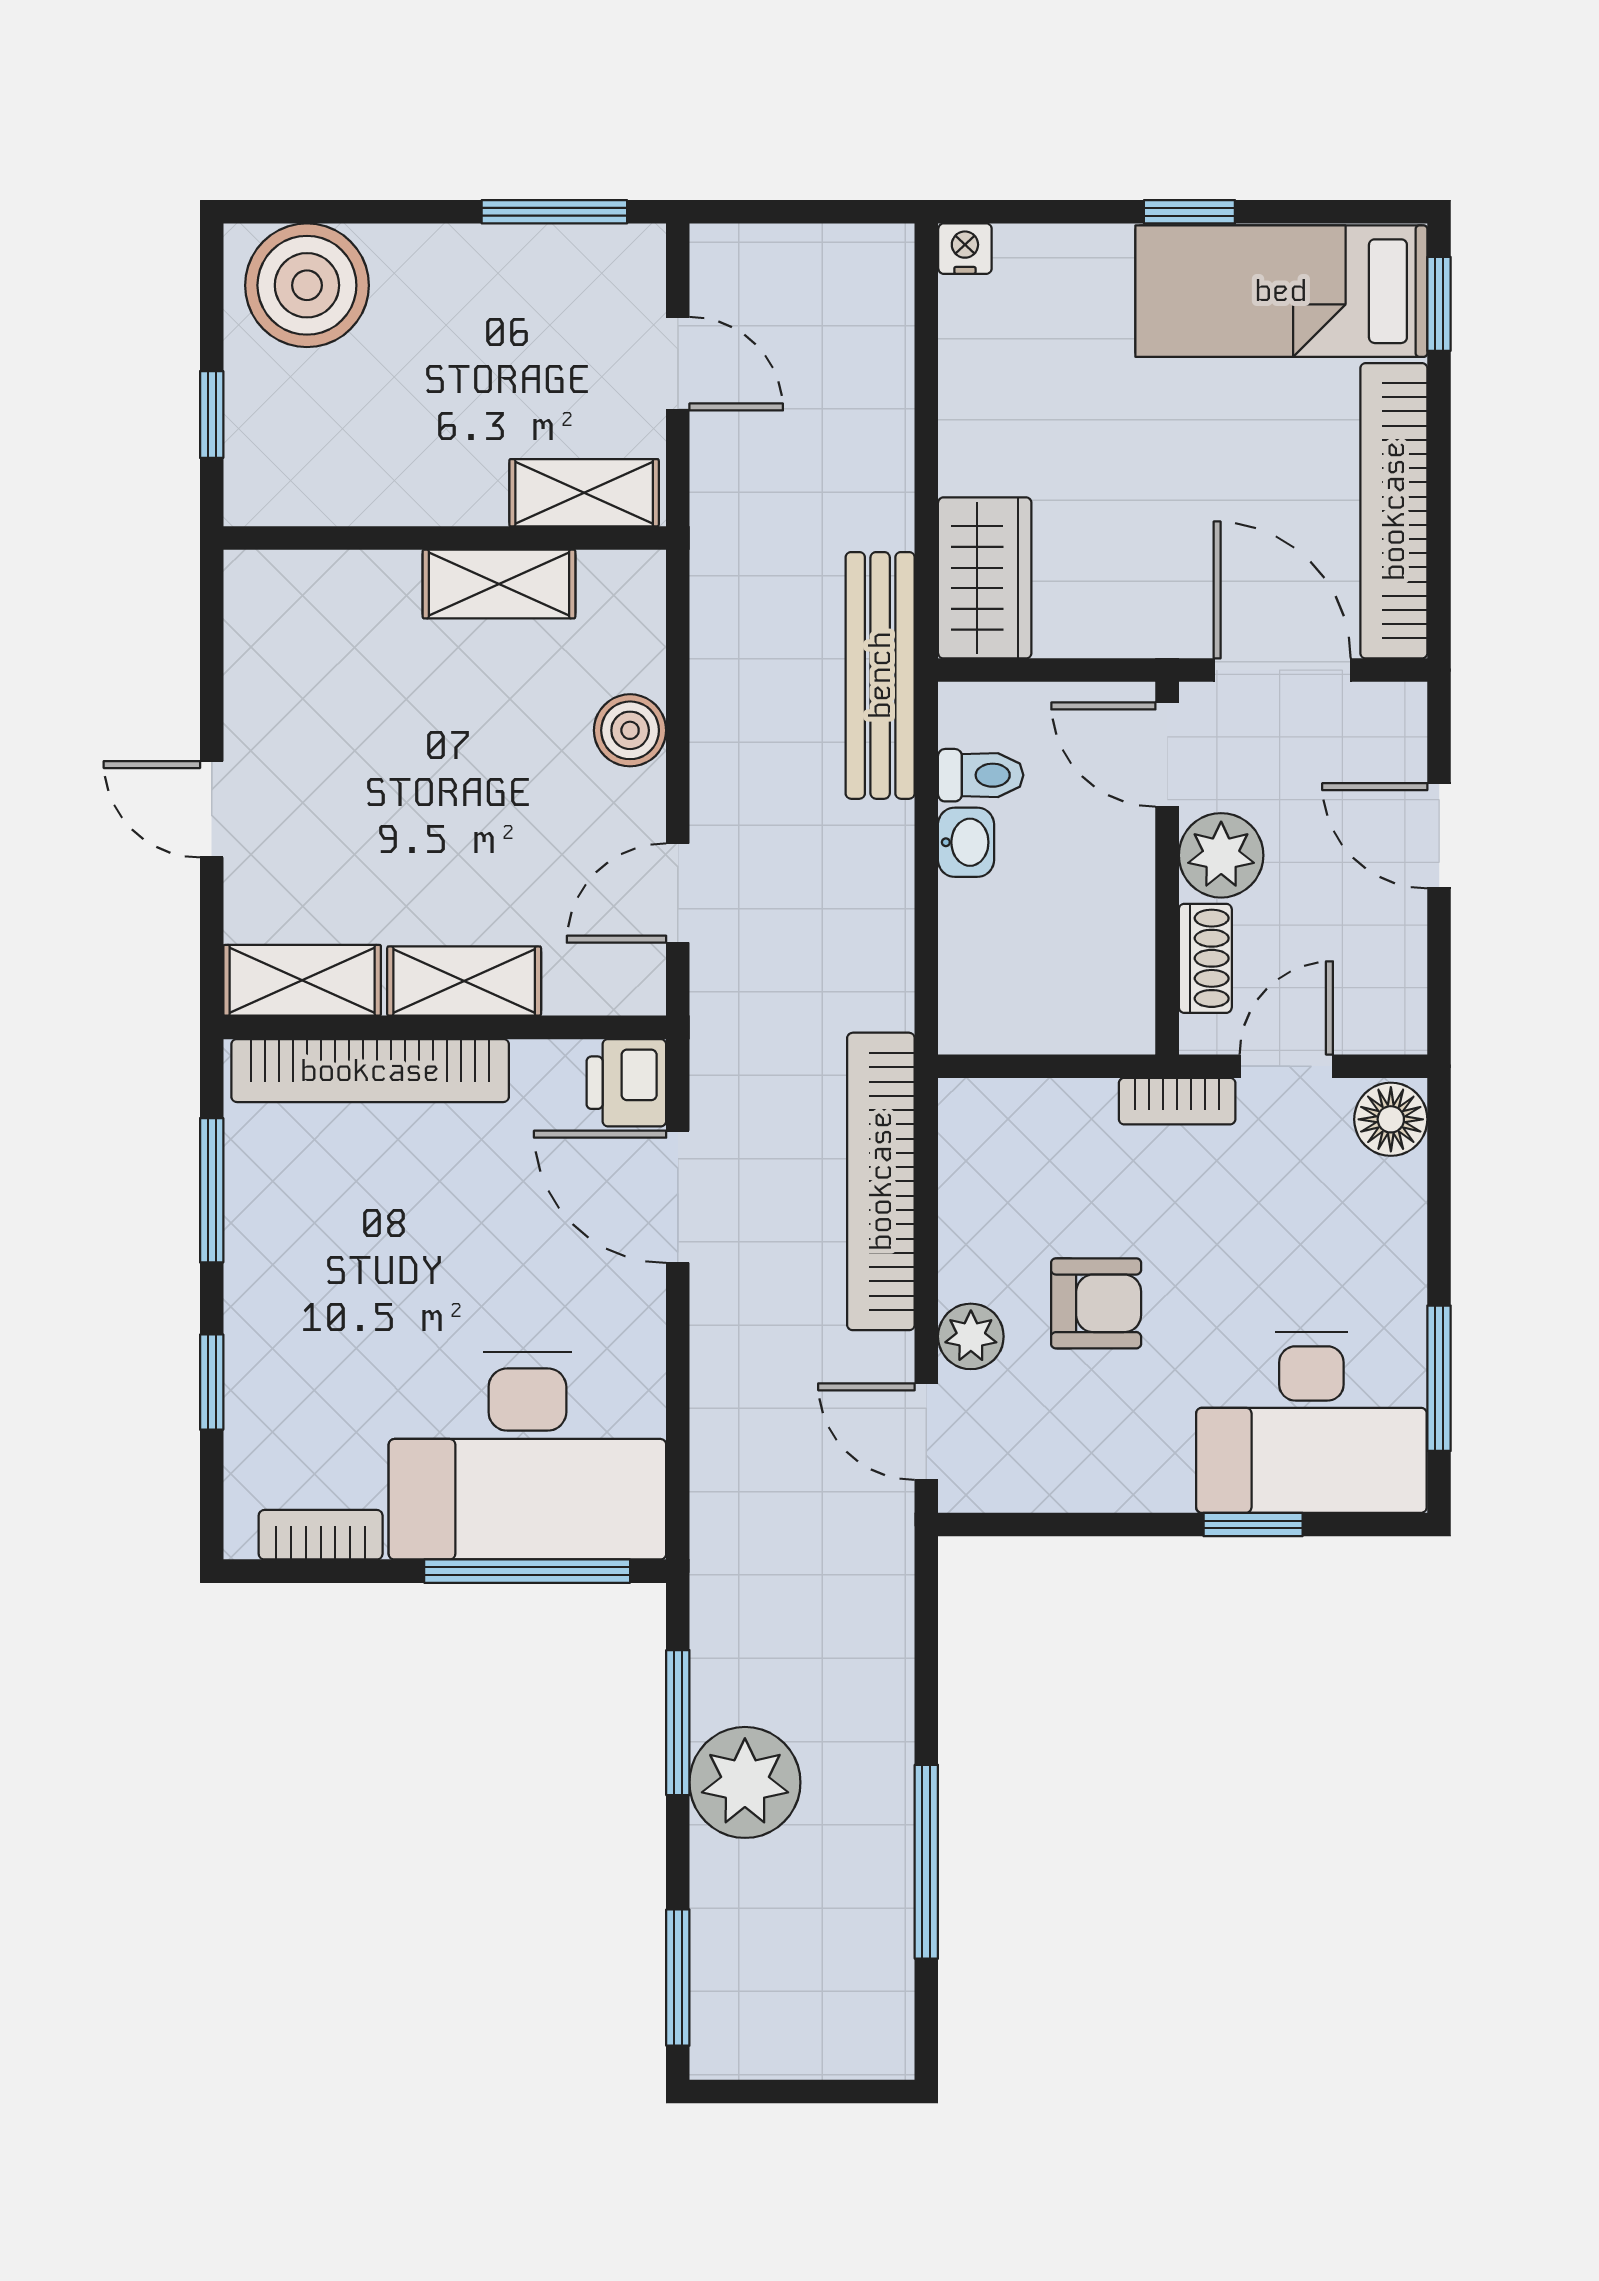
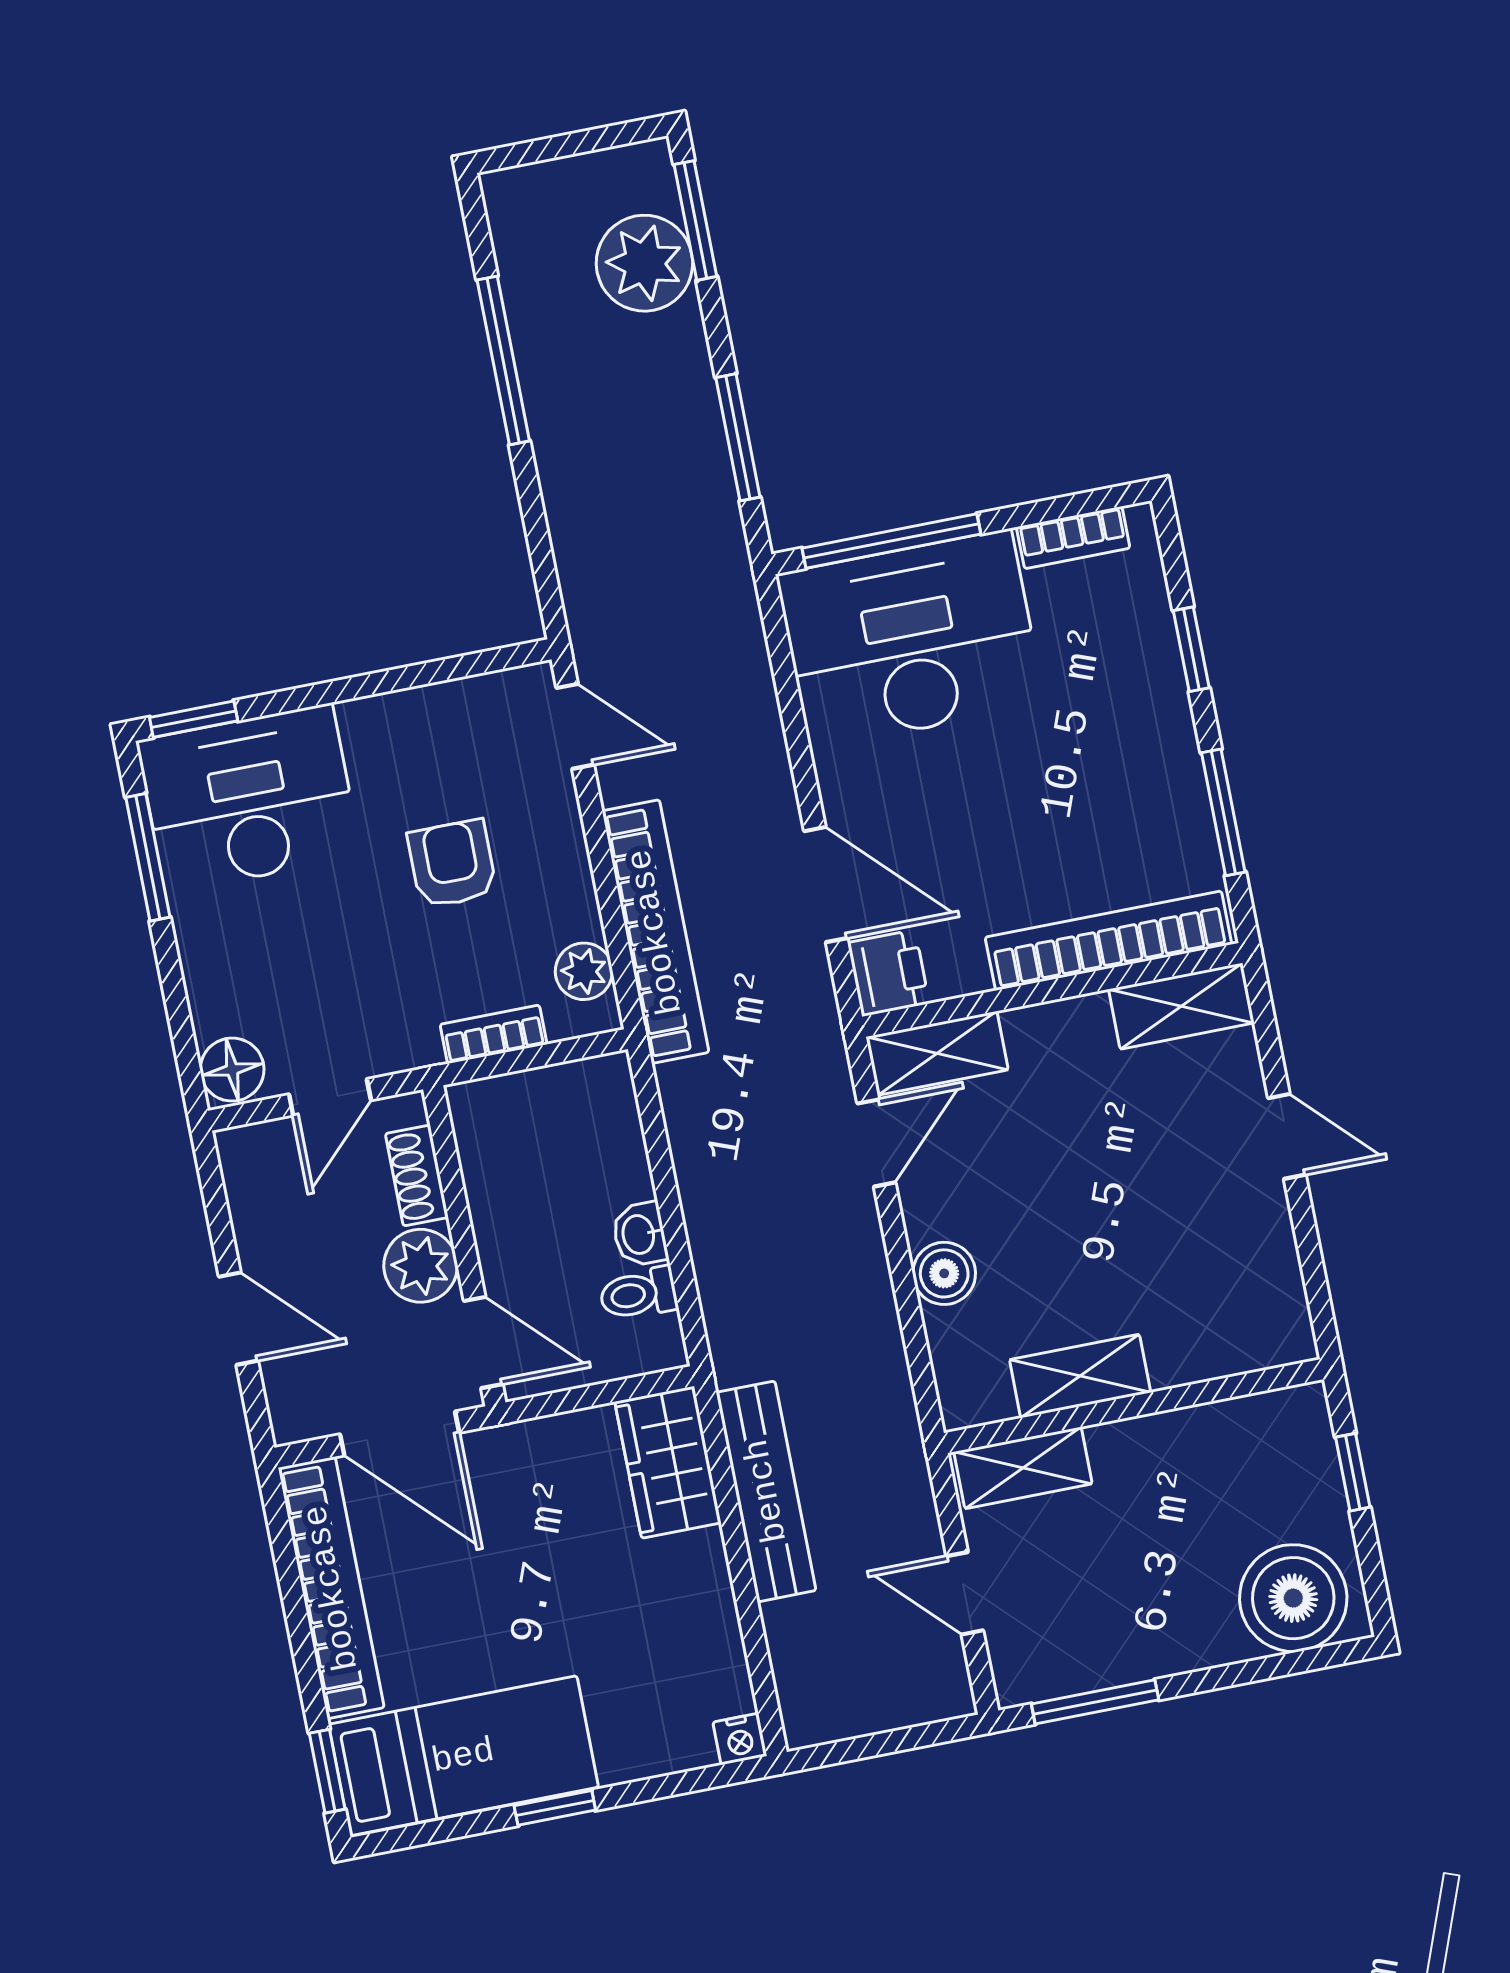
bench: (880, 675) -> (766, 1491), moved
shelving: (464, 981) -> (937, 1053), moved
bookcase: (1177, 1101) -> (493, 1034), moved
armchair: (1096, 1303) -> (452, 864), turned 90
plant: (971, 1336) -> (584, 971), moved
window: (1253, 1524) -> (194, 719), moved
plant: (745, 1782) -> (644, 263), moved

